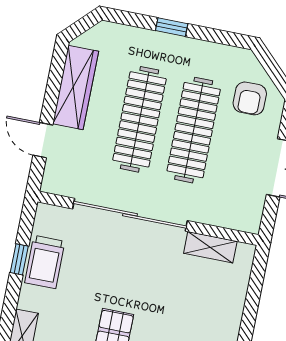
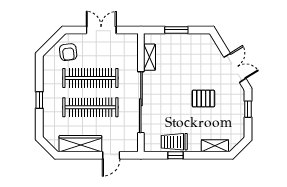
armchair: (250, 98) -> (68, 52), turned 83
trolley: (45, 262) -> (174, 142), turned 180
window: (251, 307) -> (176, 30), added

